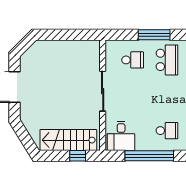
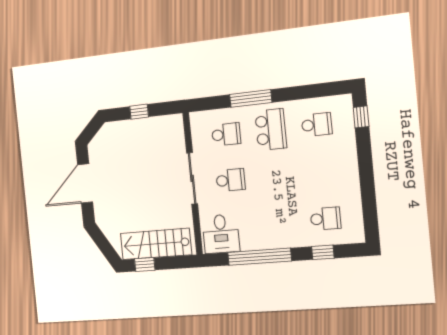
window: (65, 35) -> (139, 112), added
school desk: (167, 131) -> (231, 180), moved
window: (78, 156) -> (145, 264), moved

